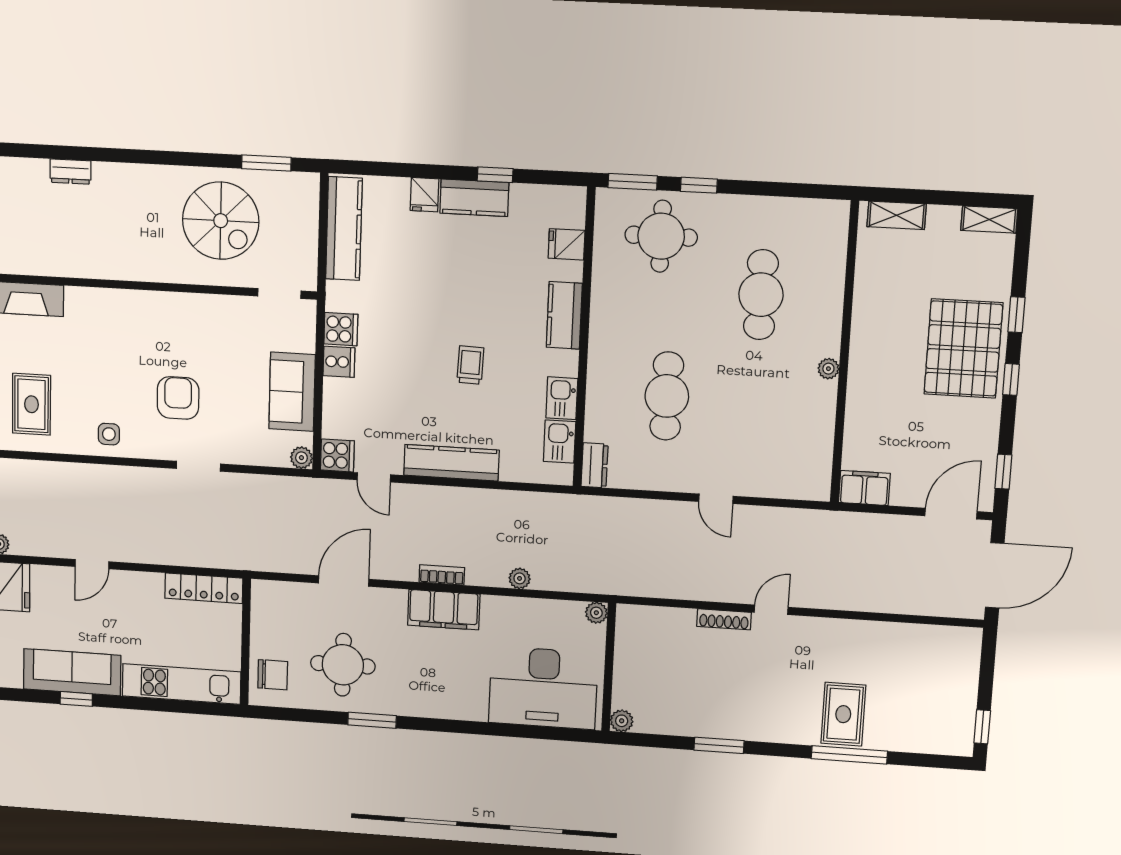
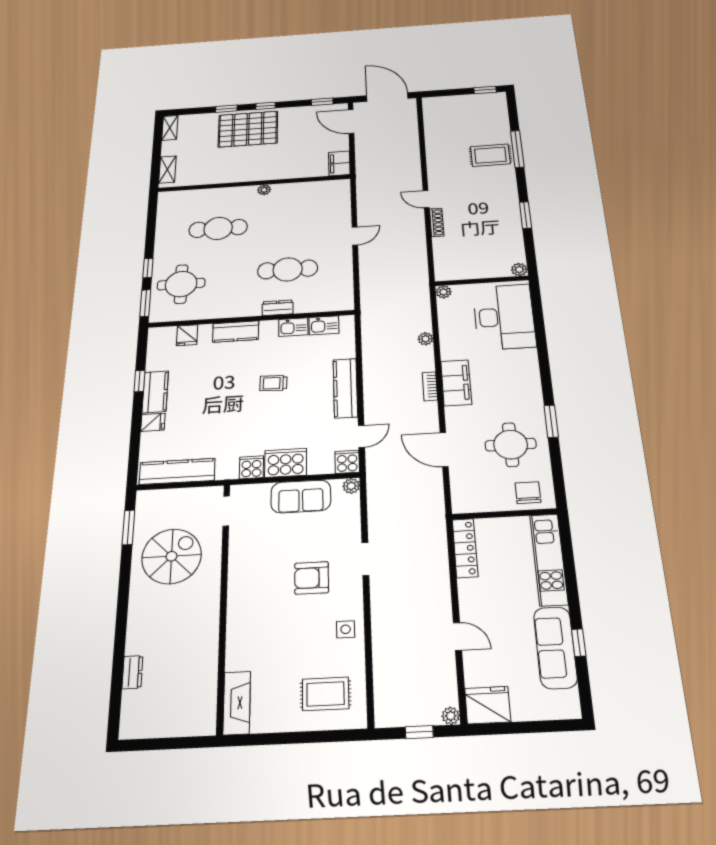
cooker: (339, 362) -> (286, 463), width x1.87, depth x1.31
dresser: (595, 465) -> (278, 308), moved

